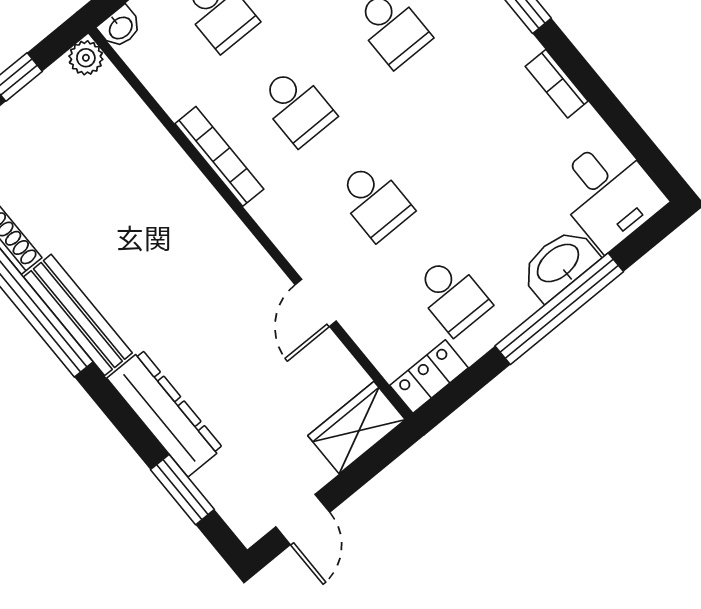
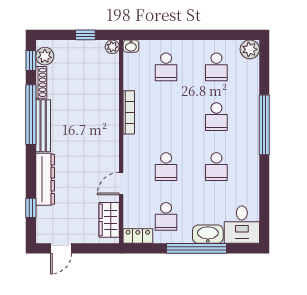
bookcase: (557, 84) -> (254, 177), removed
school desk: (297, 106) -> (216, 167), moved
wardrobe: (357, 428) -> (109, 220), moved, turned -90
window: (182, 490) -> (31, 208), width x0.67

